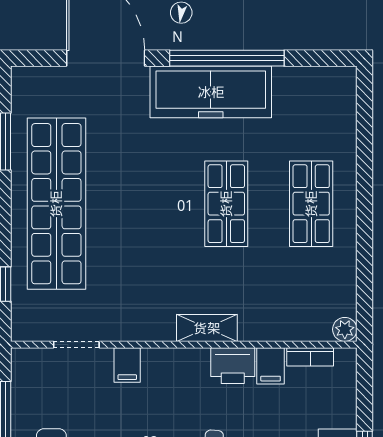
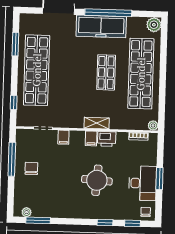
plant: (339, 84) -> (154, 25), added
shop shelf: (311, 204) -> (141, 74), width x2.00, depth x1.36
filing cabinet: (271, 366) -> (91, 138), moved

